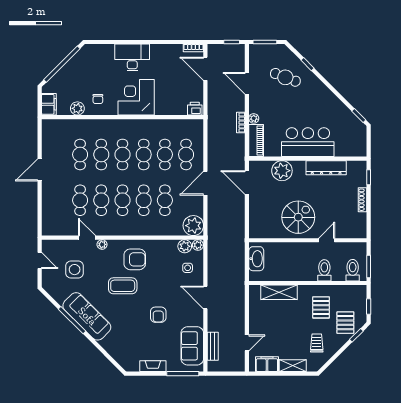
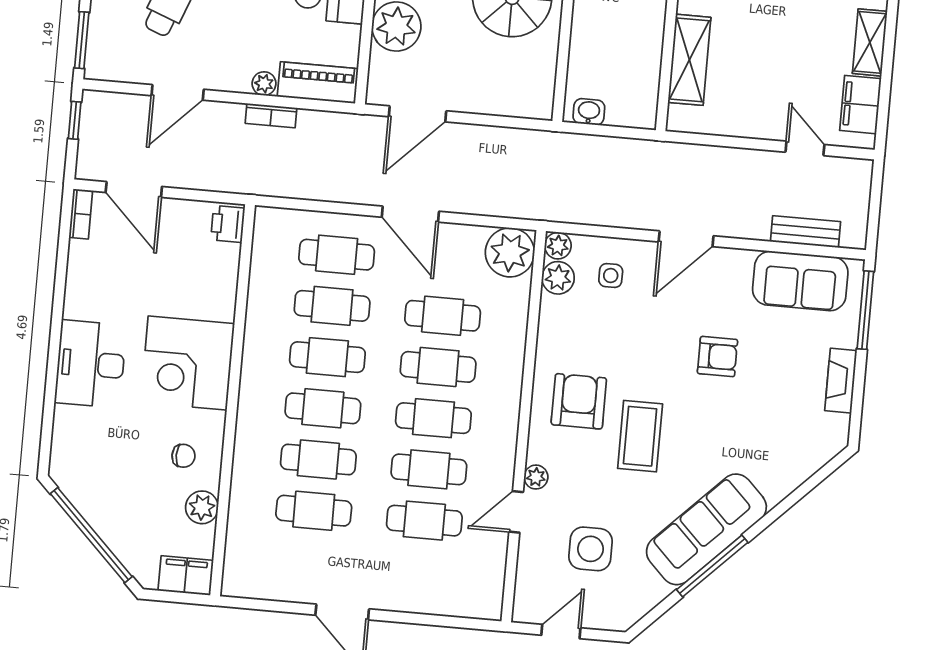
door: (205, 69) -> (134, 189), hinge flipped
washbasin: (256, 259) -> (589, 112), width x0.52, depth x0.69

